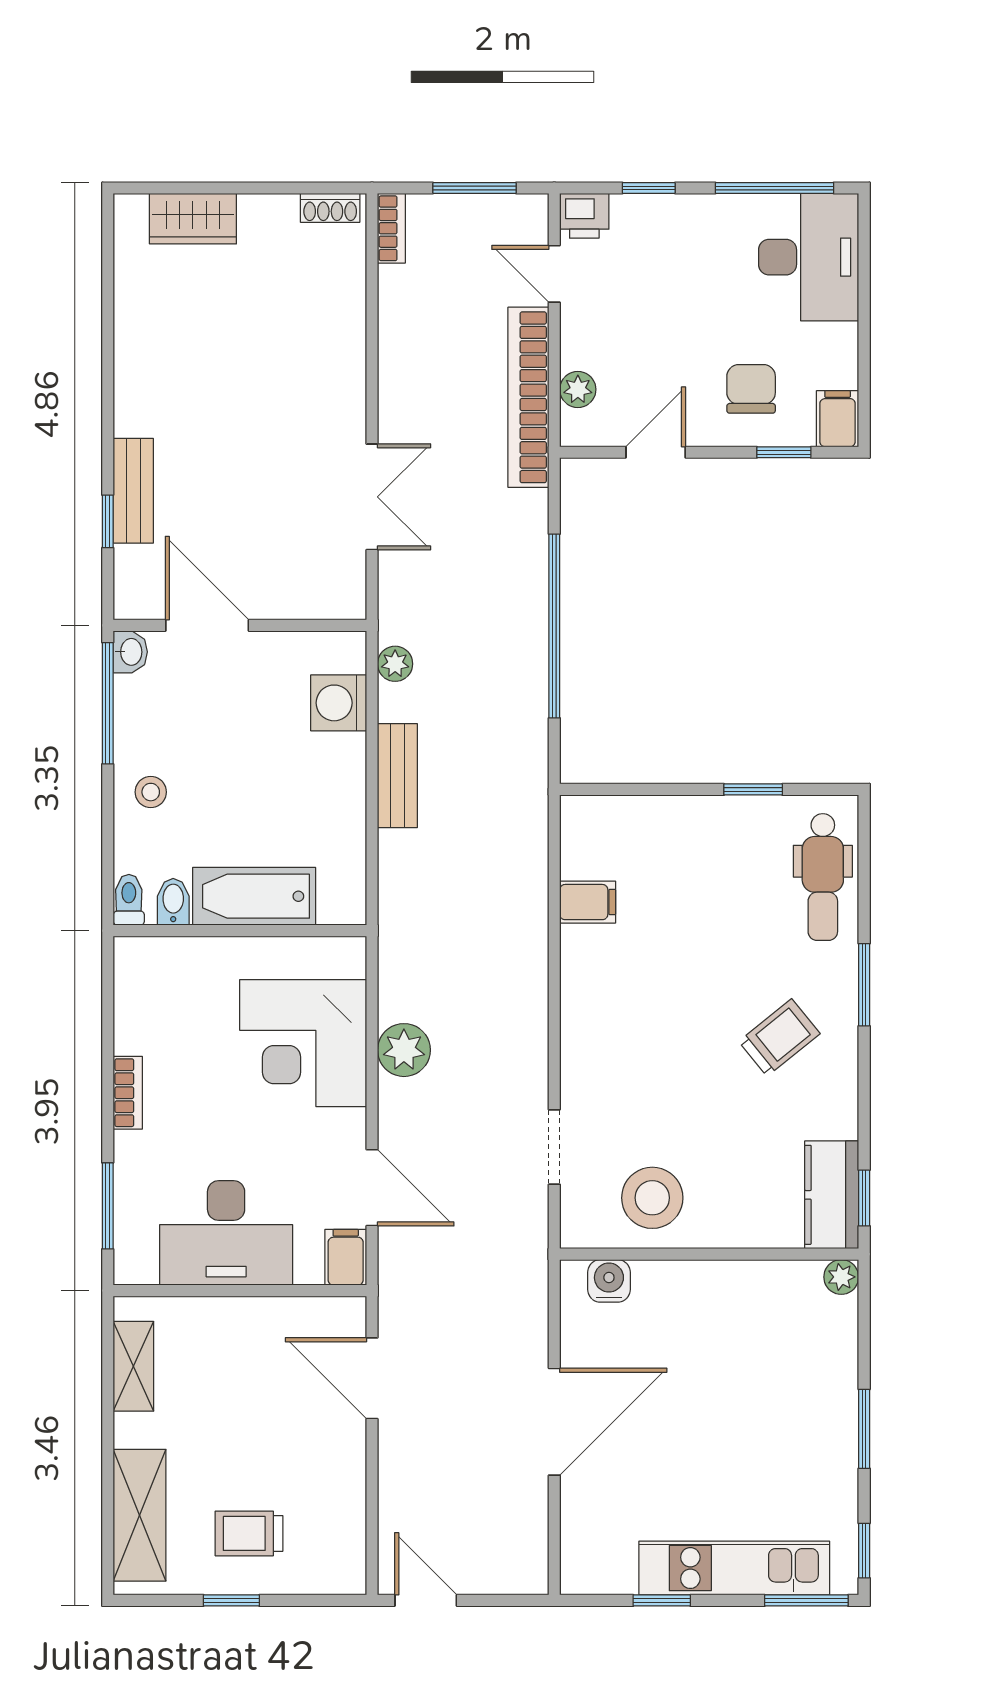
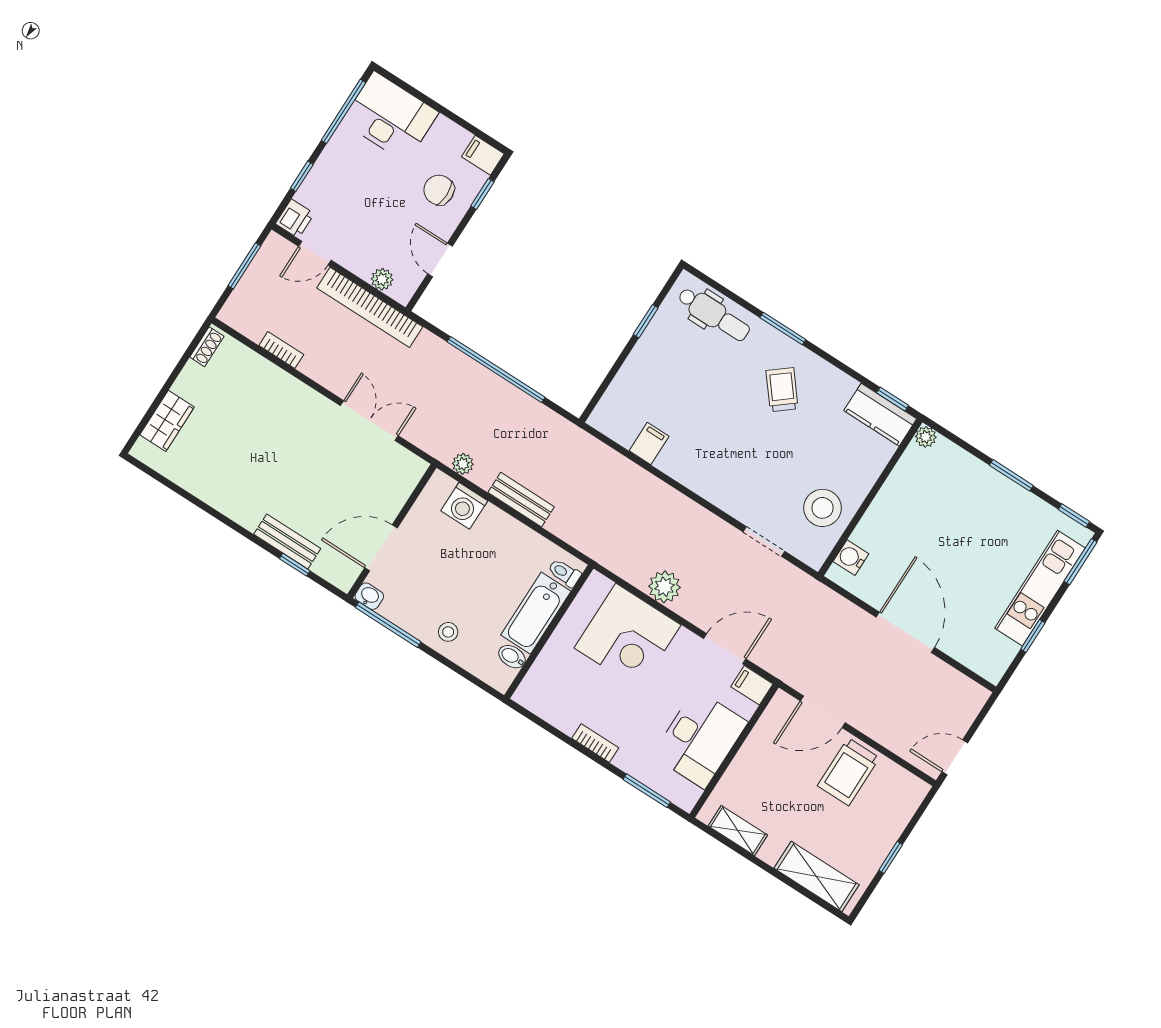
bookcase: (391, 228) -> (281, 350), moved
toilet: (129, 900) -> (564, 573), moved
trolley: (249, 1533) -> (848, 772), moved, width x1.36, depth x1.39

